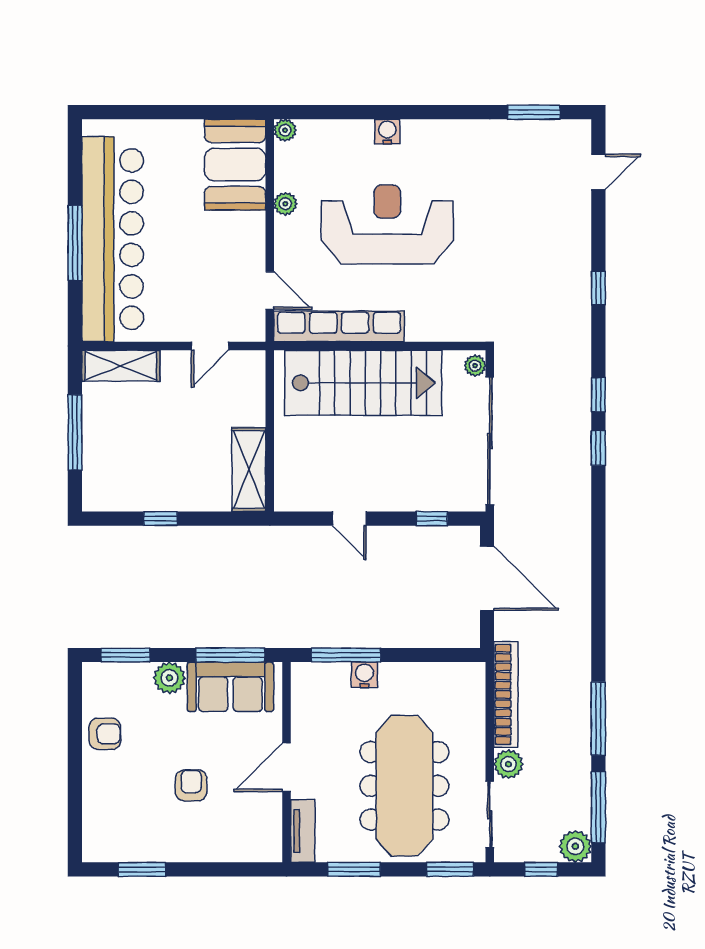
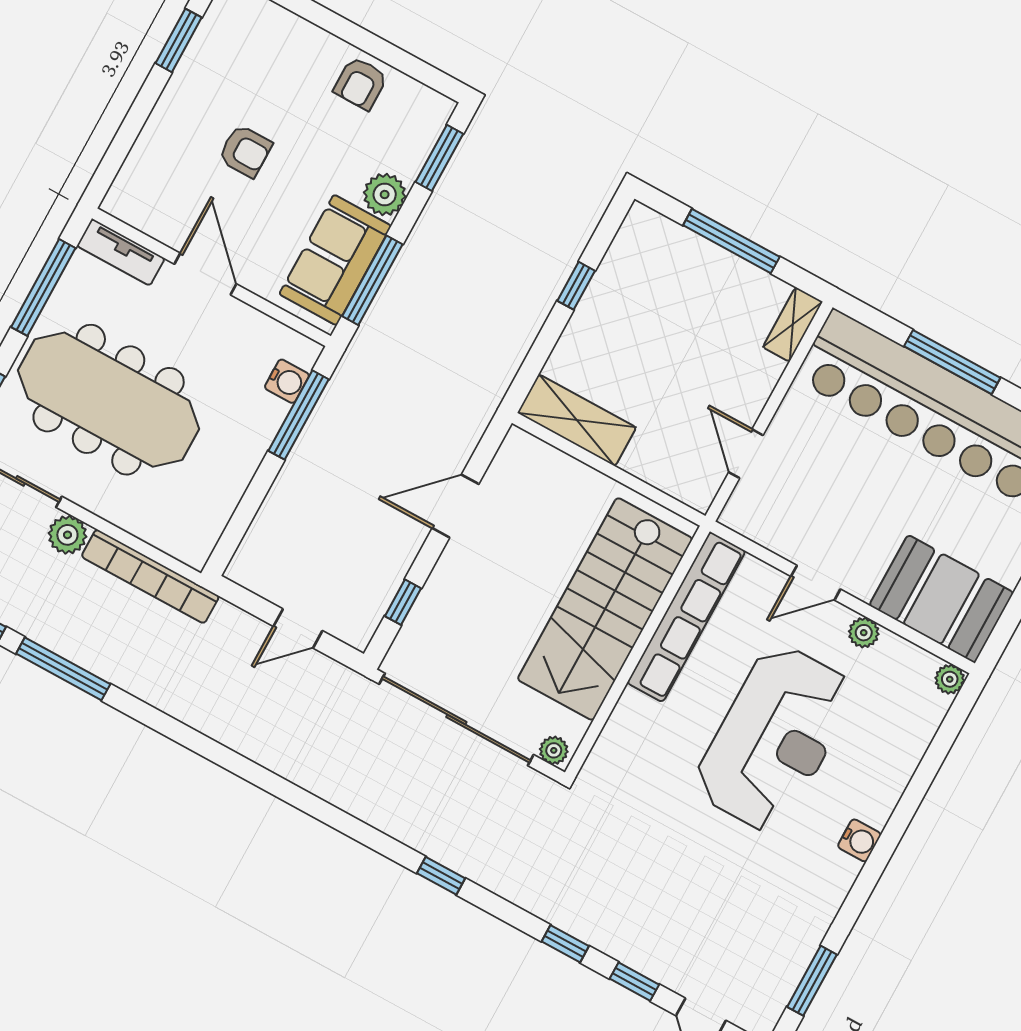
water cooler: (387, 132) -> (859, 840), moved
door: (270, 291) -> (816, 583), moved
shelving: (121, 366) -> (793, 324), width x0.67, depth x0.75
window: (598, 448) -> (634, 982), moved
door: (349, 519) -> (456, 506), width x1.38
door: (487, 578) -> (298, 629), width x0.53
water cooler: (364, 675) -> (287, 381), moved
window: (354, 869) -> (43, 288), width x1.44

